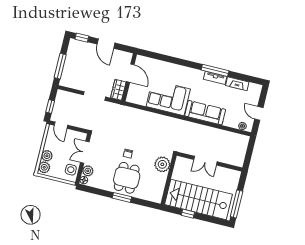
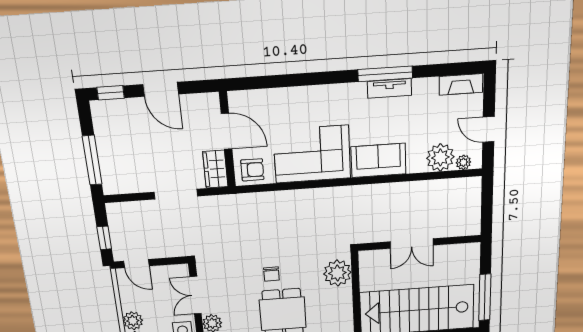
fireplace: (237, 84) -> (461, 84), moved
armchair: (136, 96) -> (252, 170), added
sofa: (205, 113) -> (378, 160), width x0.73
plant: (231, 120) -> (440, 157), added

